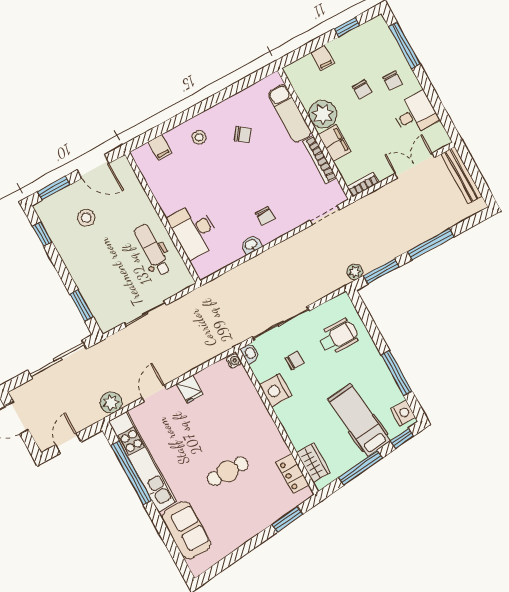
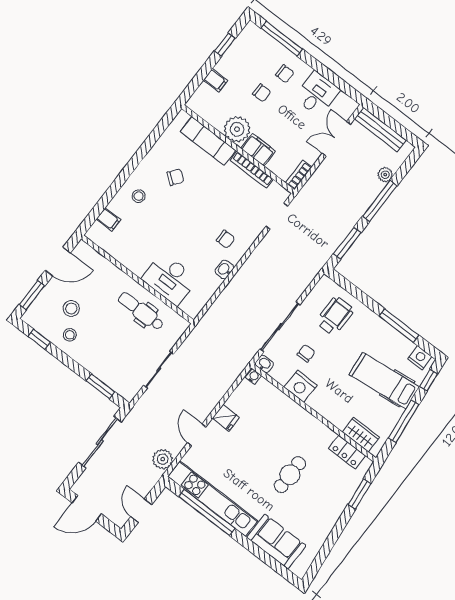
stool: (74, 243) -> (70, 335), added
plant: (355, 272) -> (385, 175), moved

